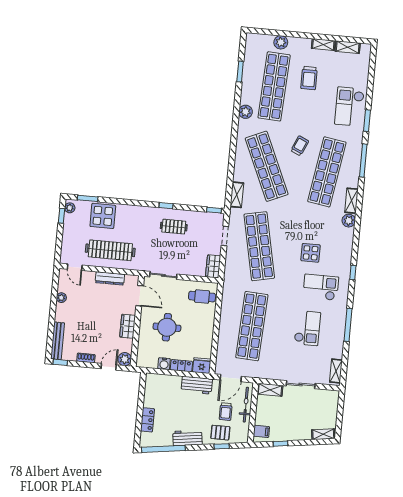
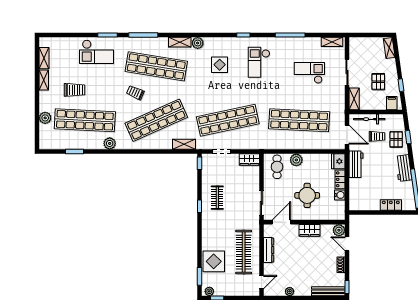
display table: (311, 253) -> (220, 65), moved
plant: (208, 319) -> (296, 160), added
checkout: (307, 328) -> (309, 73), moved
pallet: (287, 419) -> (378, 82), added

